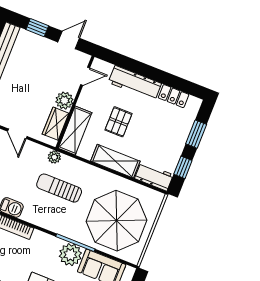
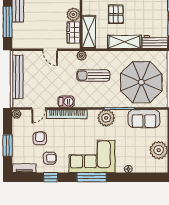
plant: (70, 255) -> (106, 118), moved

